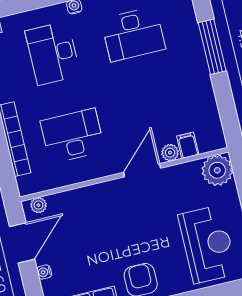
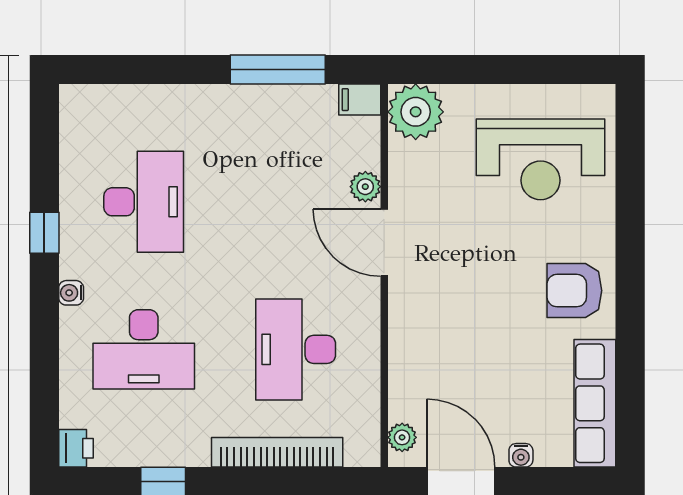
window: (212, 47) -> (278, 69), moved
filing cabinet: (188, 145) -> (360, 100), moved
reception desk: (208, 244) -> (541, 159), turned 180

